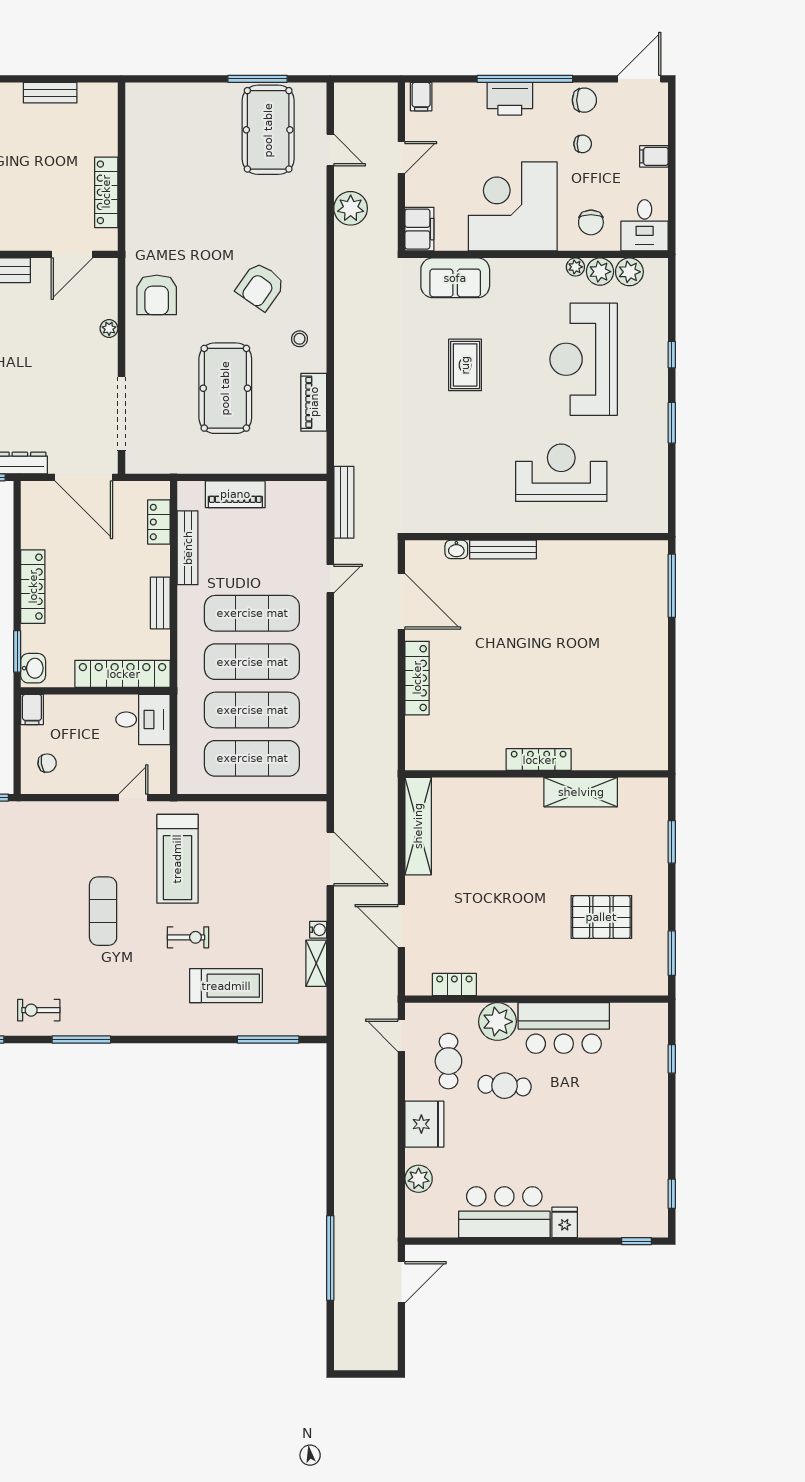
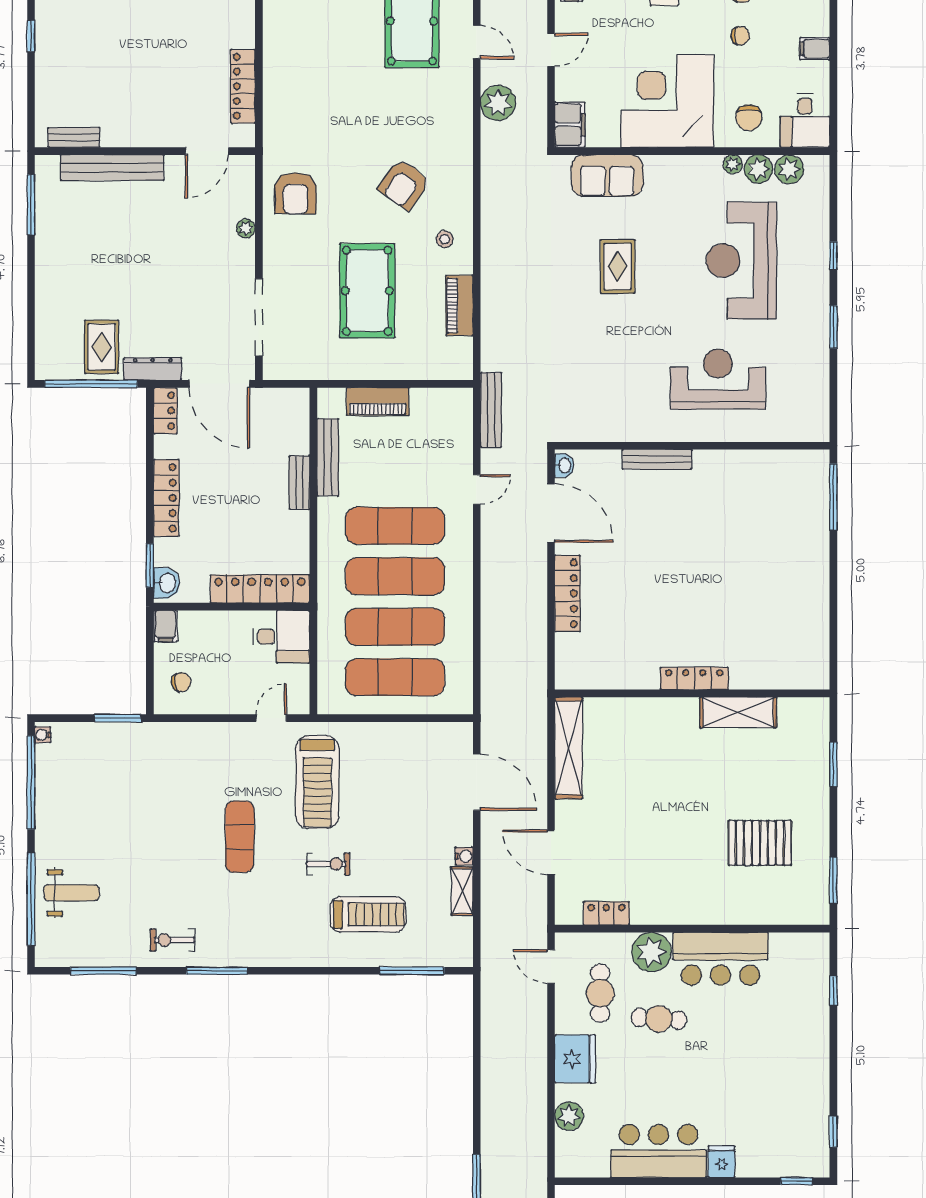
locker: (159, 522) -> (165, 411), moved, turned 180
washbasin: (456, 549) -> (564, 465), moved, turned -90
bench: (160, 603) -> (299, 483), moved

